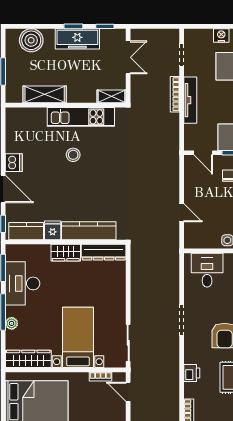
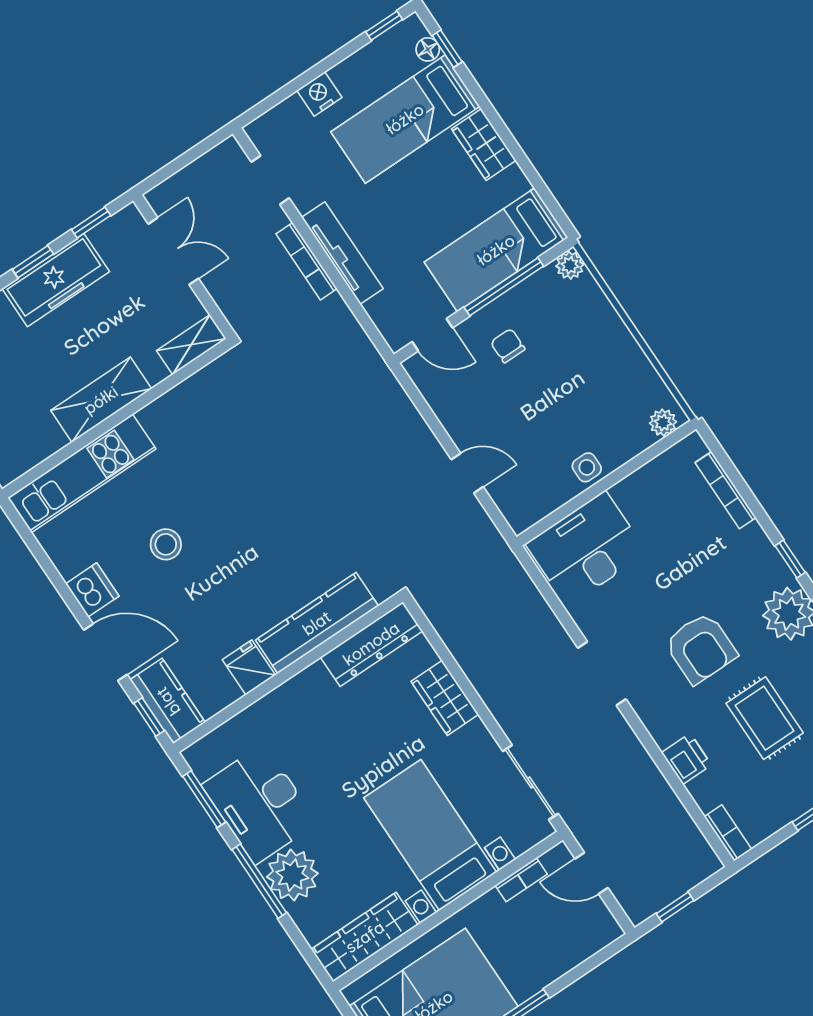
shelving: (45, 94) -> (101, 400), moved
kitchen unit: (81, 117) -> (82, 473), moved
stool: (73, 155) -> (166, 544), moved
kitchen counter: (26, 231) -> (168, 701), moved, turned 90
wardrobe: (66, 253) -> (445, 698), moved, turned 90
desk: (207, 270) -> (586, 548), width x1.37
plant: (12, 323) -> (292, 875), width x1.87, depth x1.87

